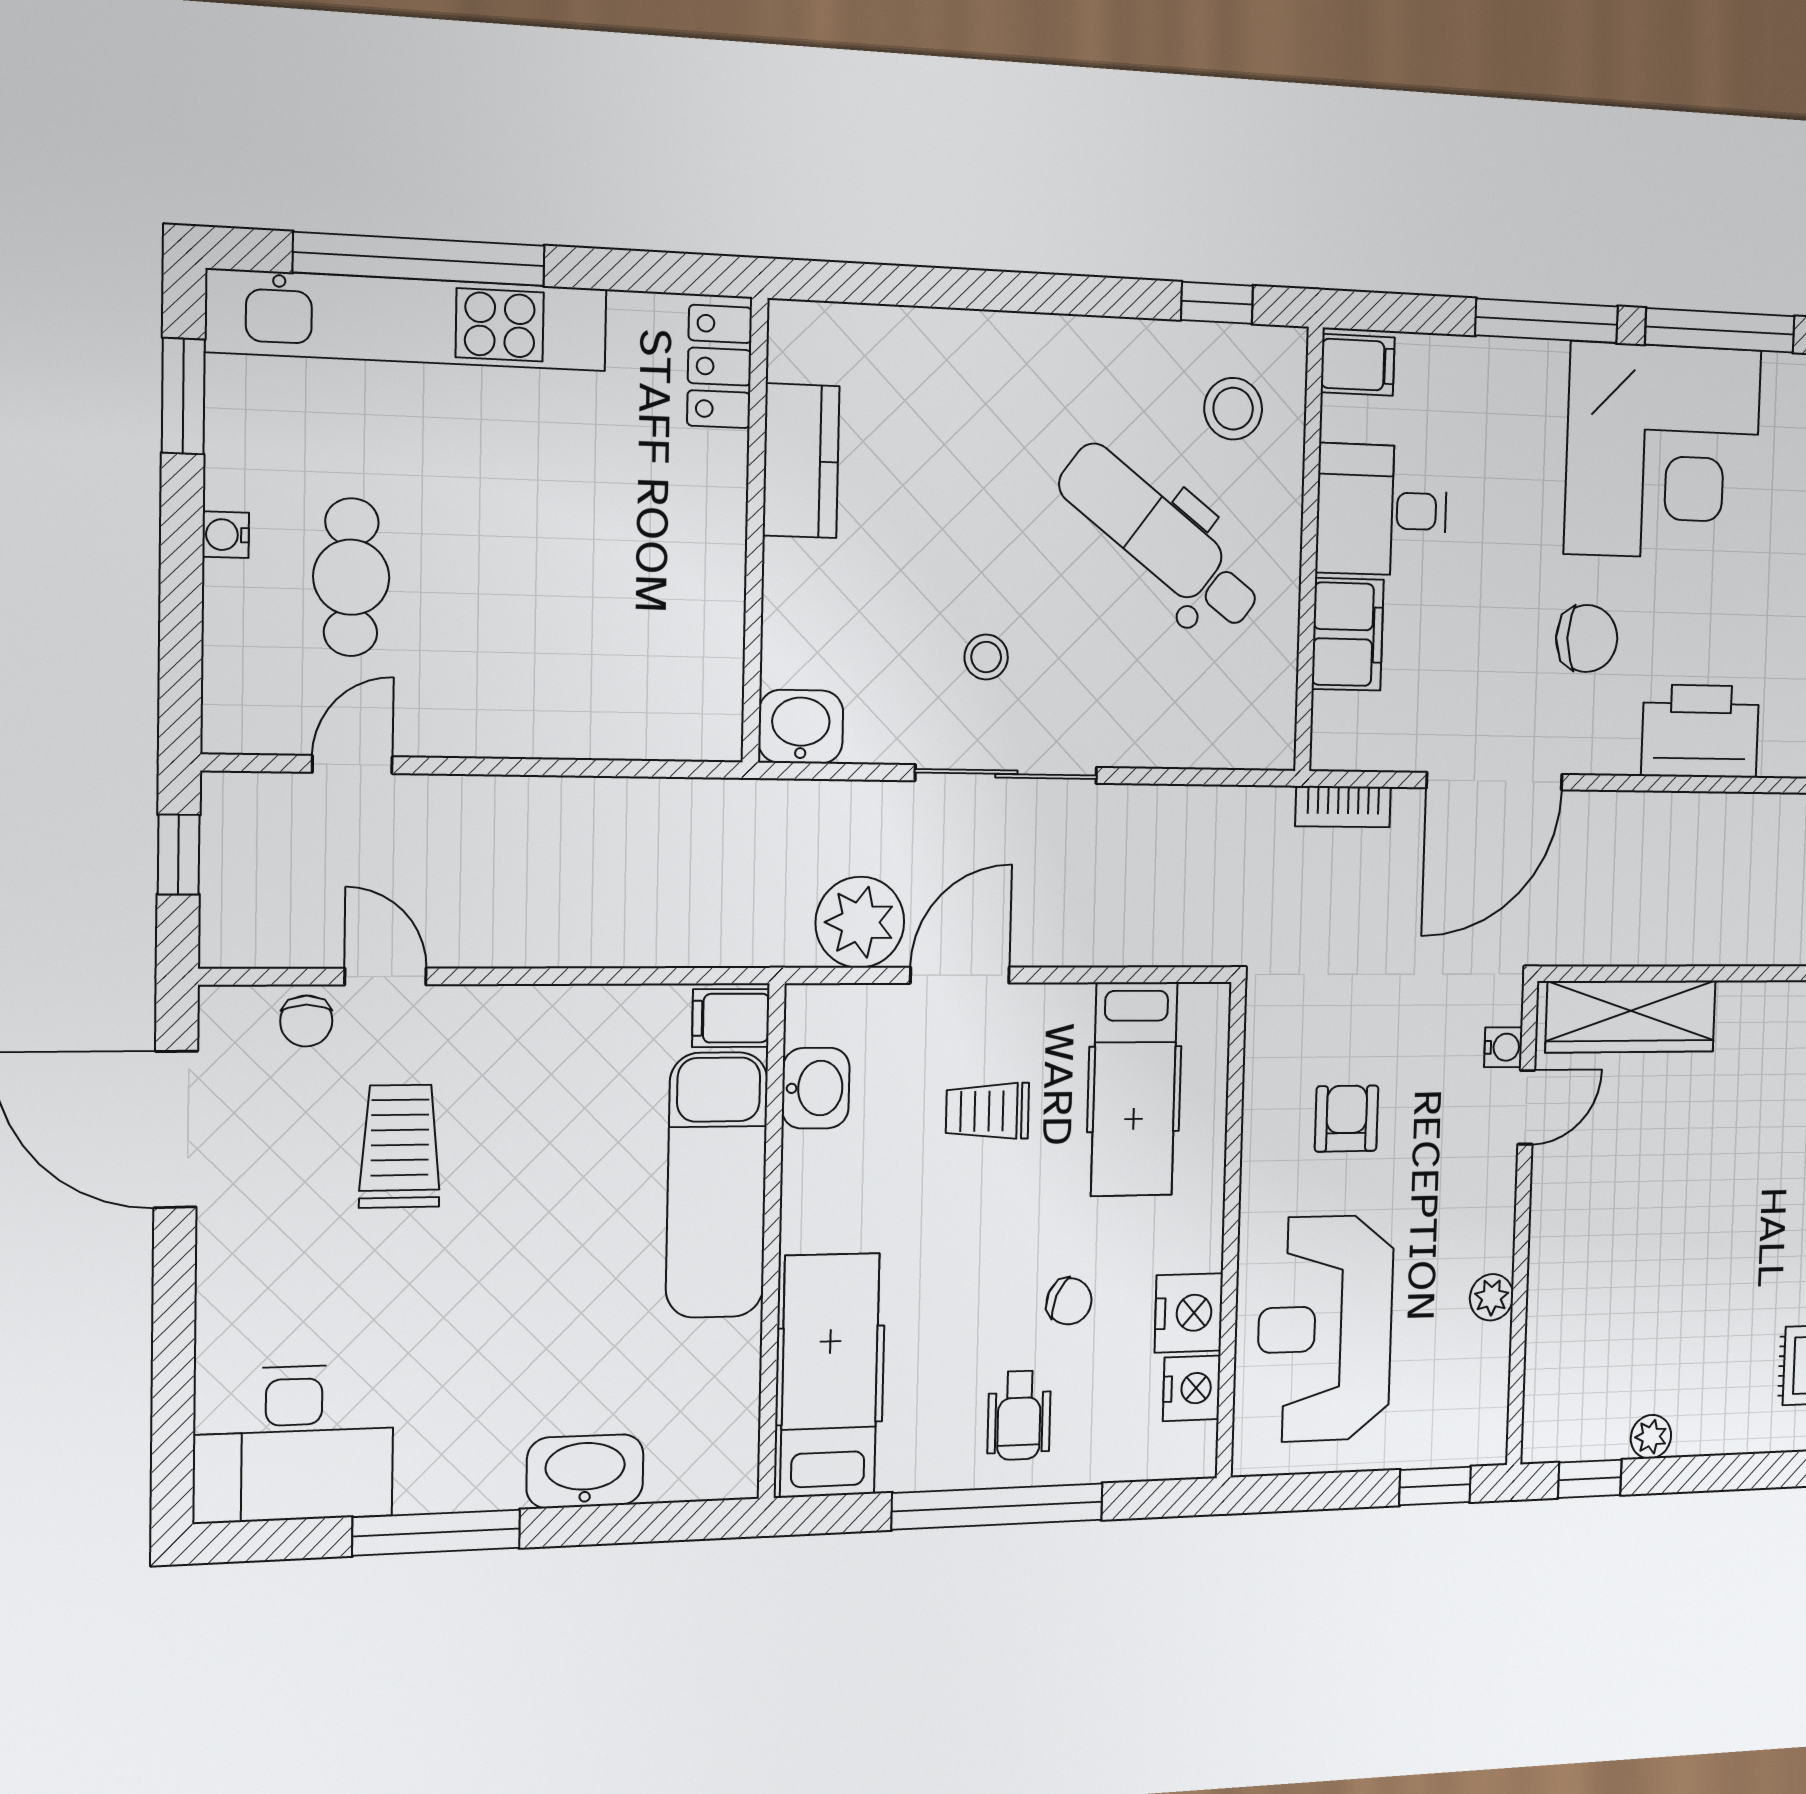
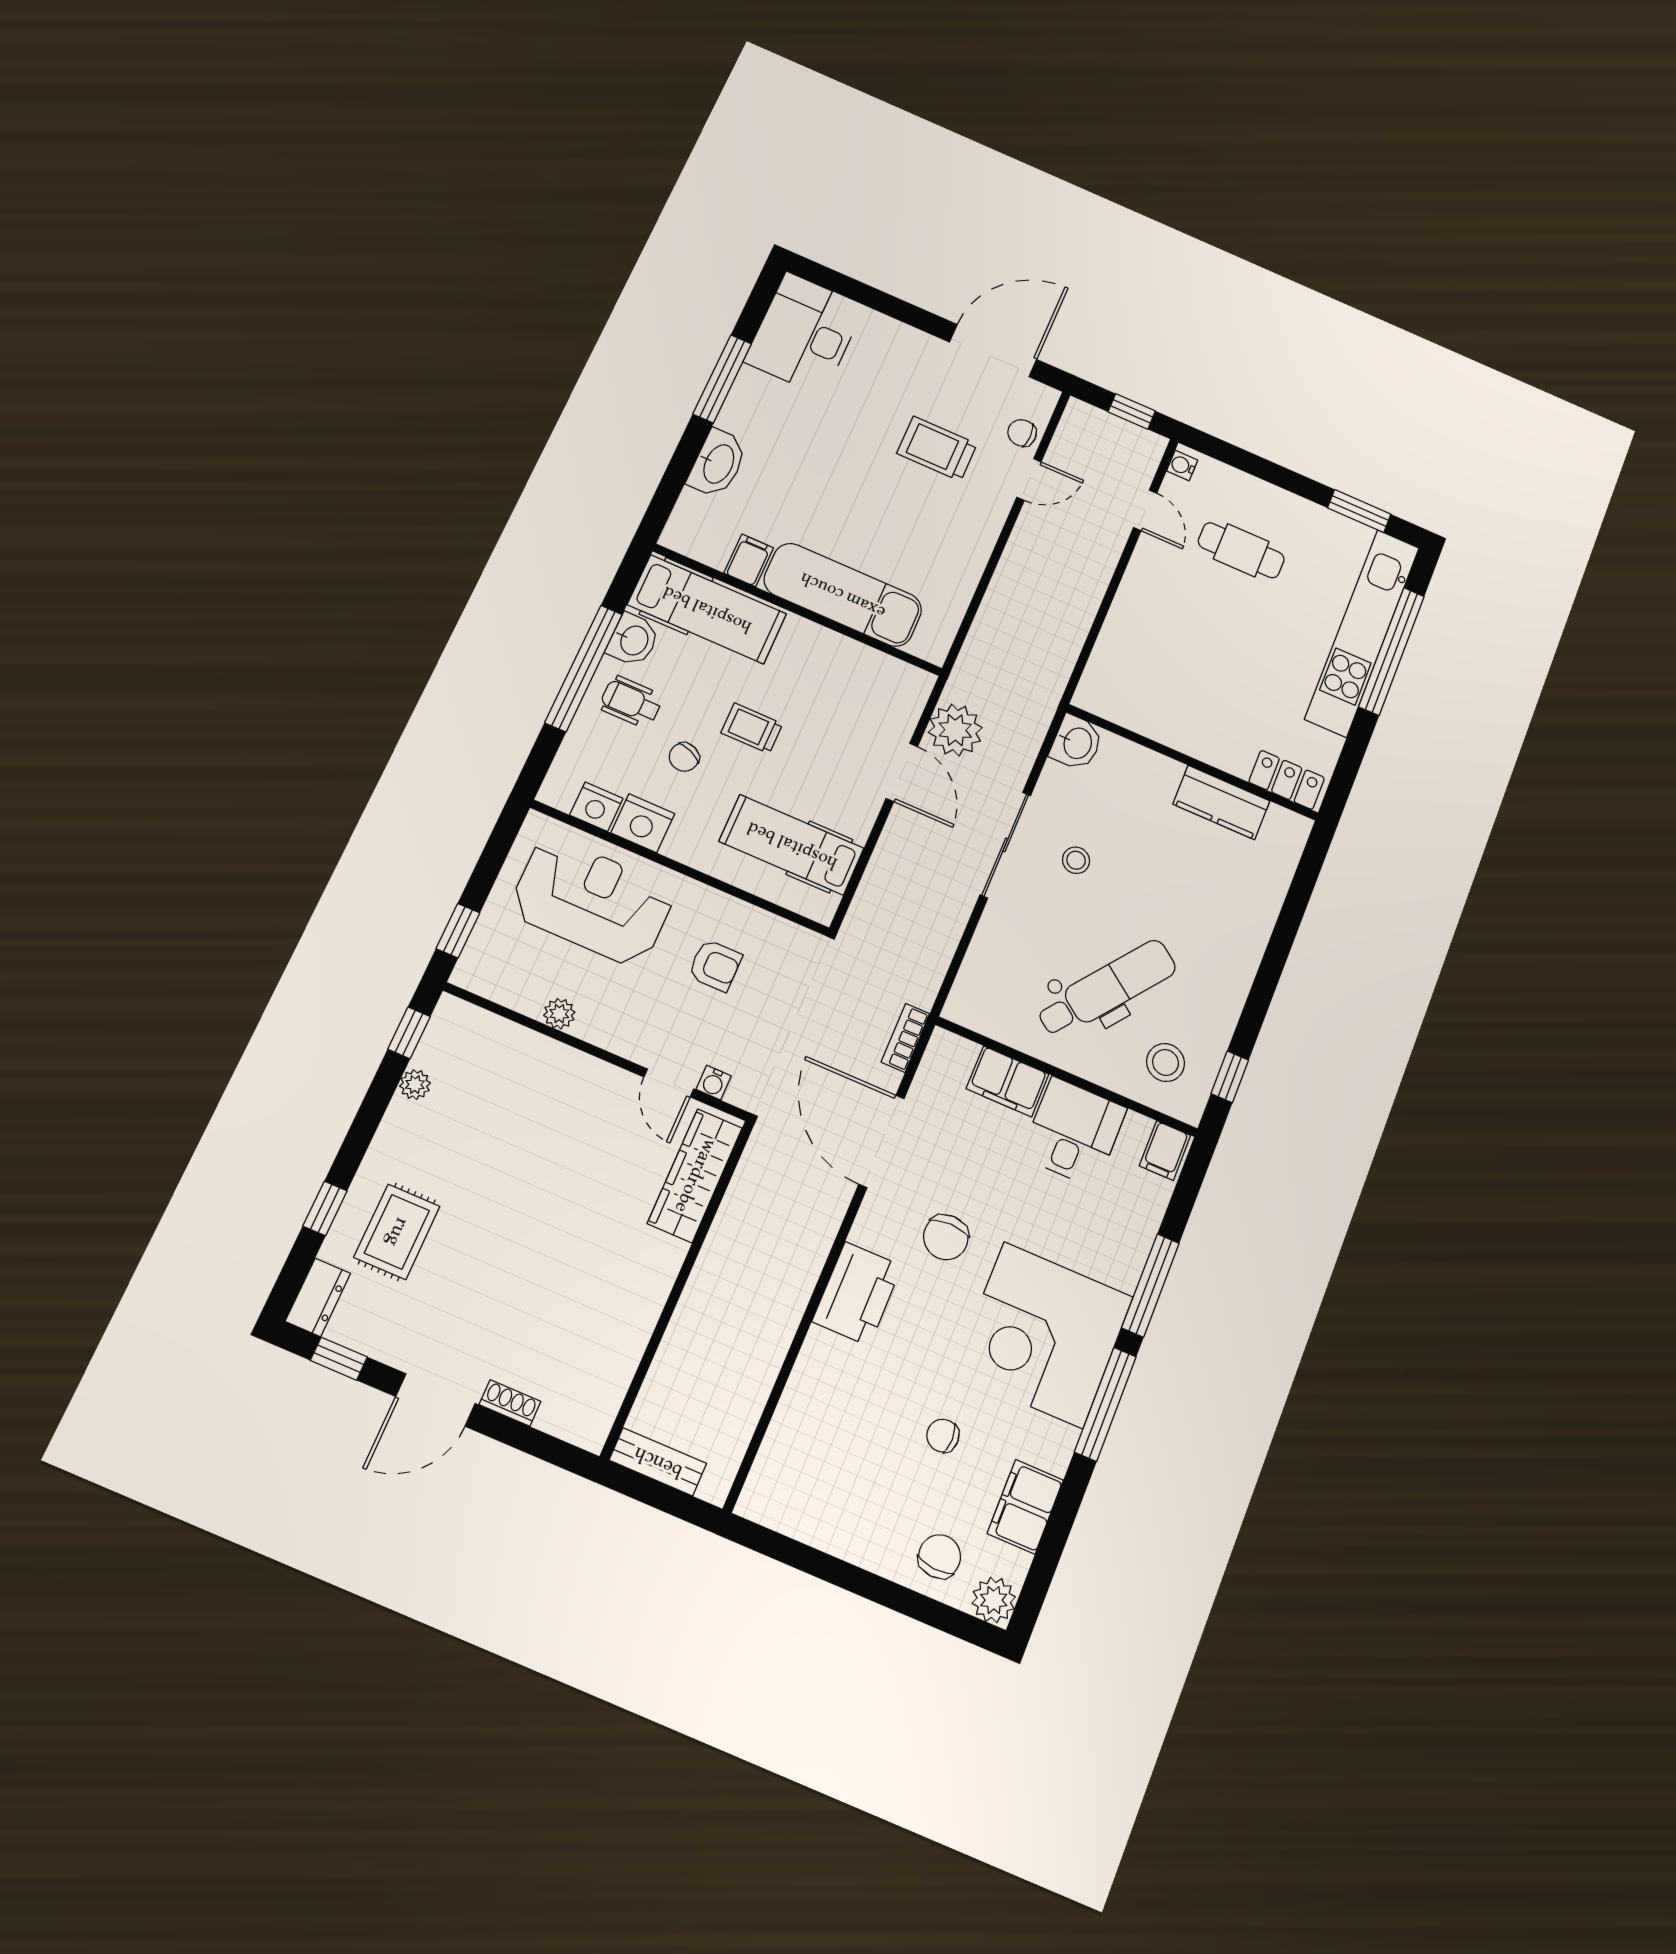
water cooler: (226, 535) -> (1182, 466), moved, turned -90
filing cabinet: (731, 1018) -> (749, 560), moved
washbasin: (816, 1088) -> (633, 640), moved, turned -90
trolley: (987, 1111) -> (752, 728), moved, turned -90
trolley: (400, 1146) -> (937, 449), turned 180

